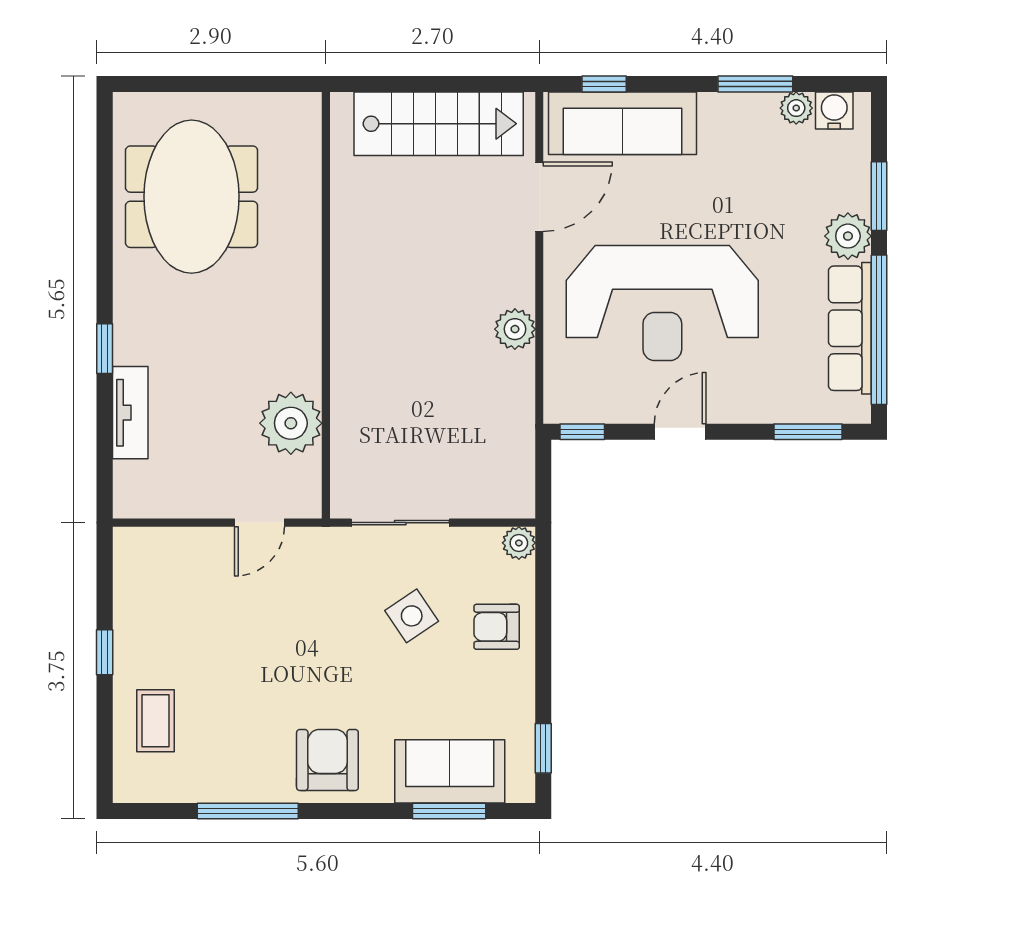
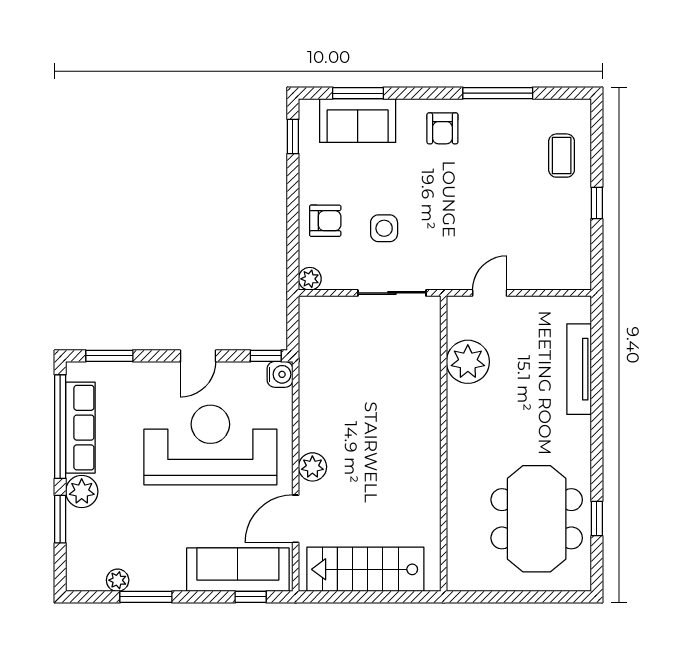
water cooler: (834, 111) -> (280, 374), moved, turned -90
plant: (515, 329) -> (312, 467), moved
window: (105, 349) -> (597, 519), moved
tv unit: (130, 413) -> (579, 369), width x1.41
side table: (412, 616) -> (384, 228), turned 34
armchair: (327, 760) -> (442, 128), width x0.72, depth x0.72

